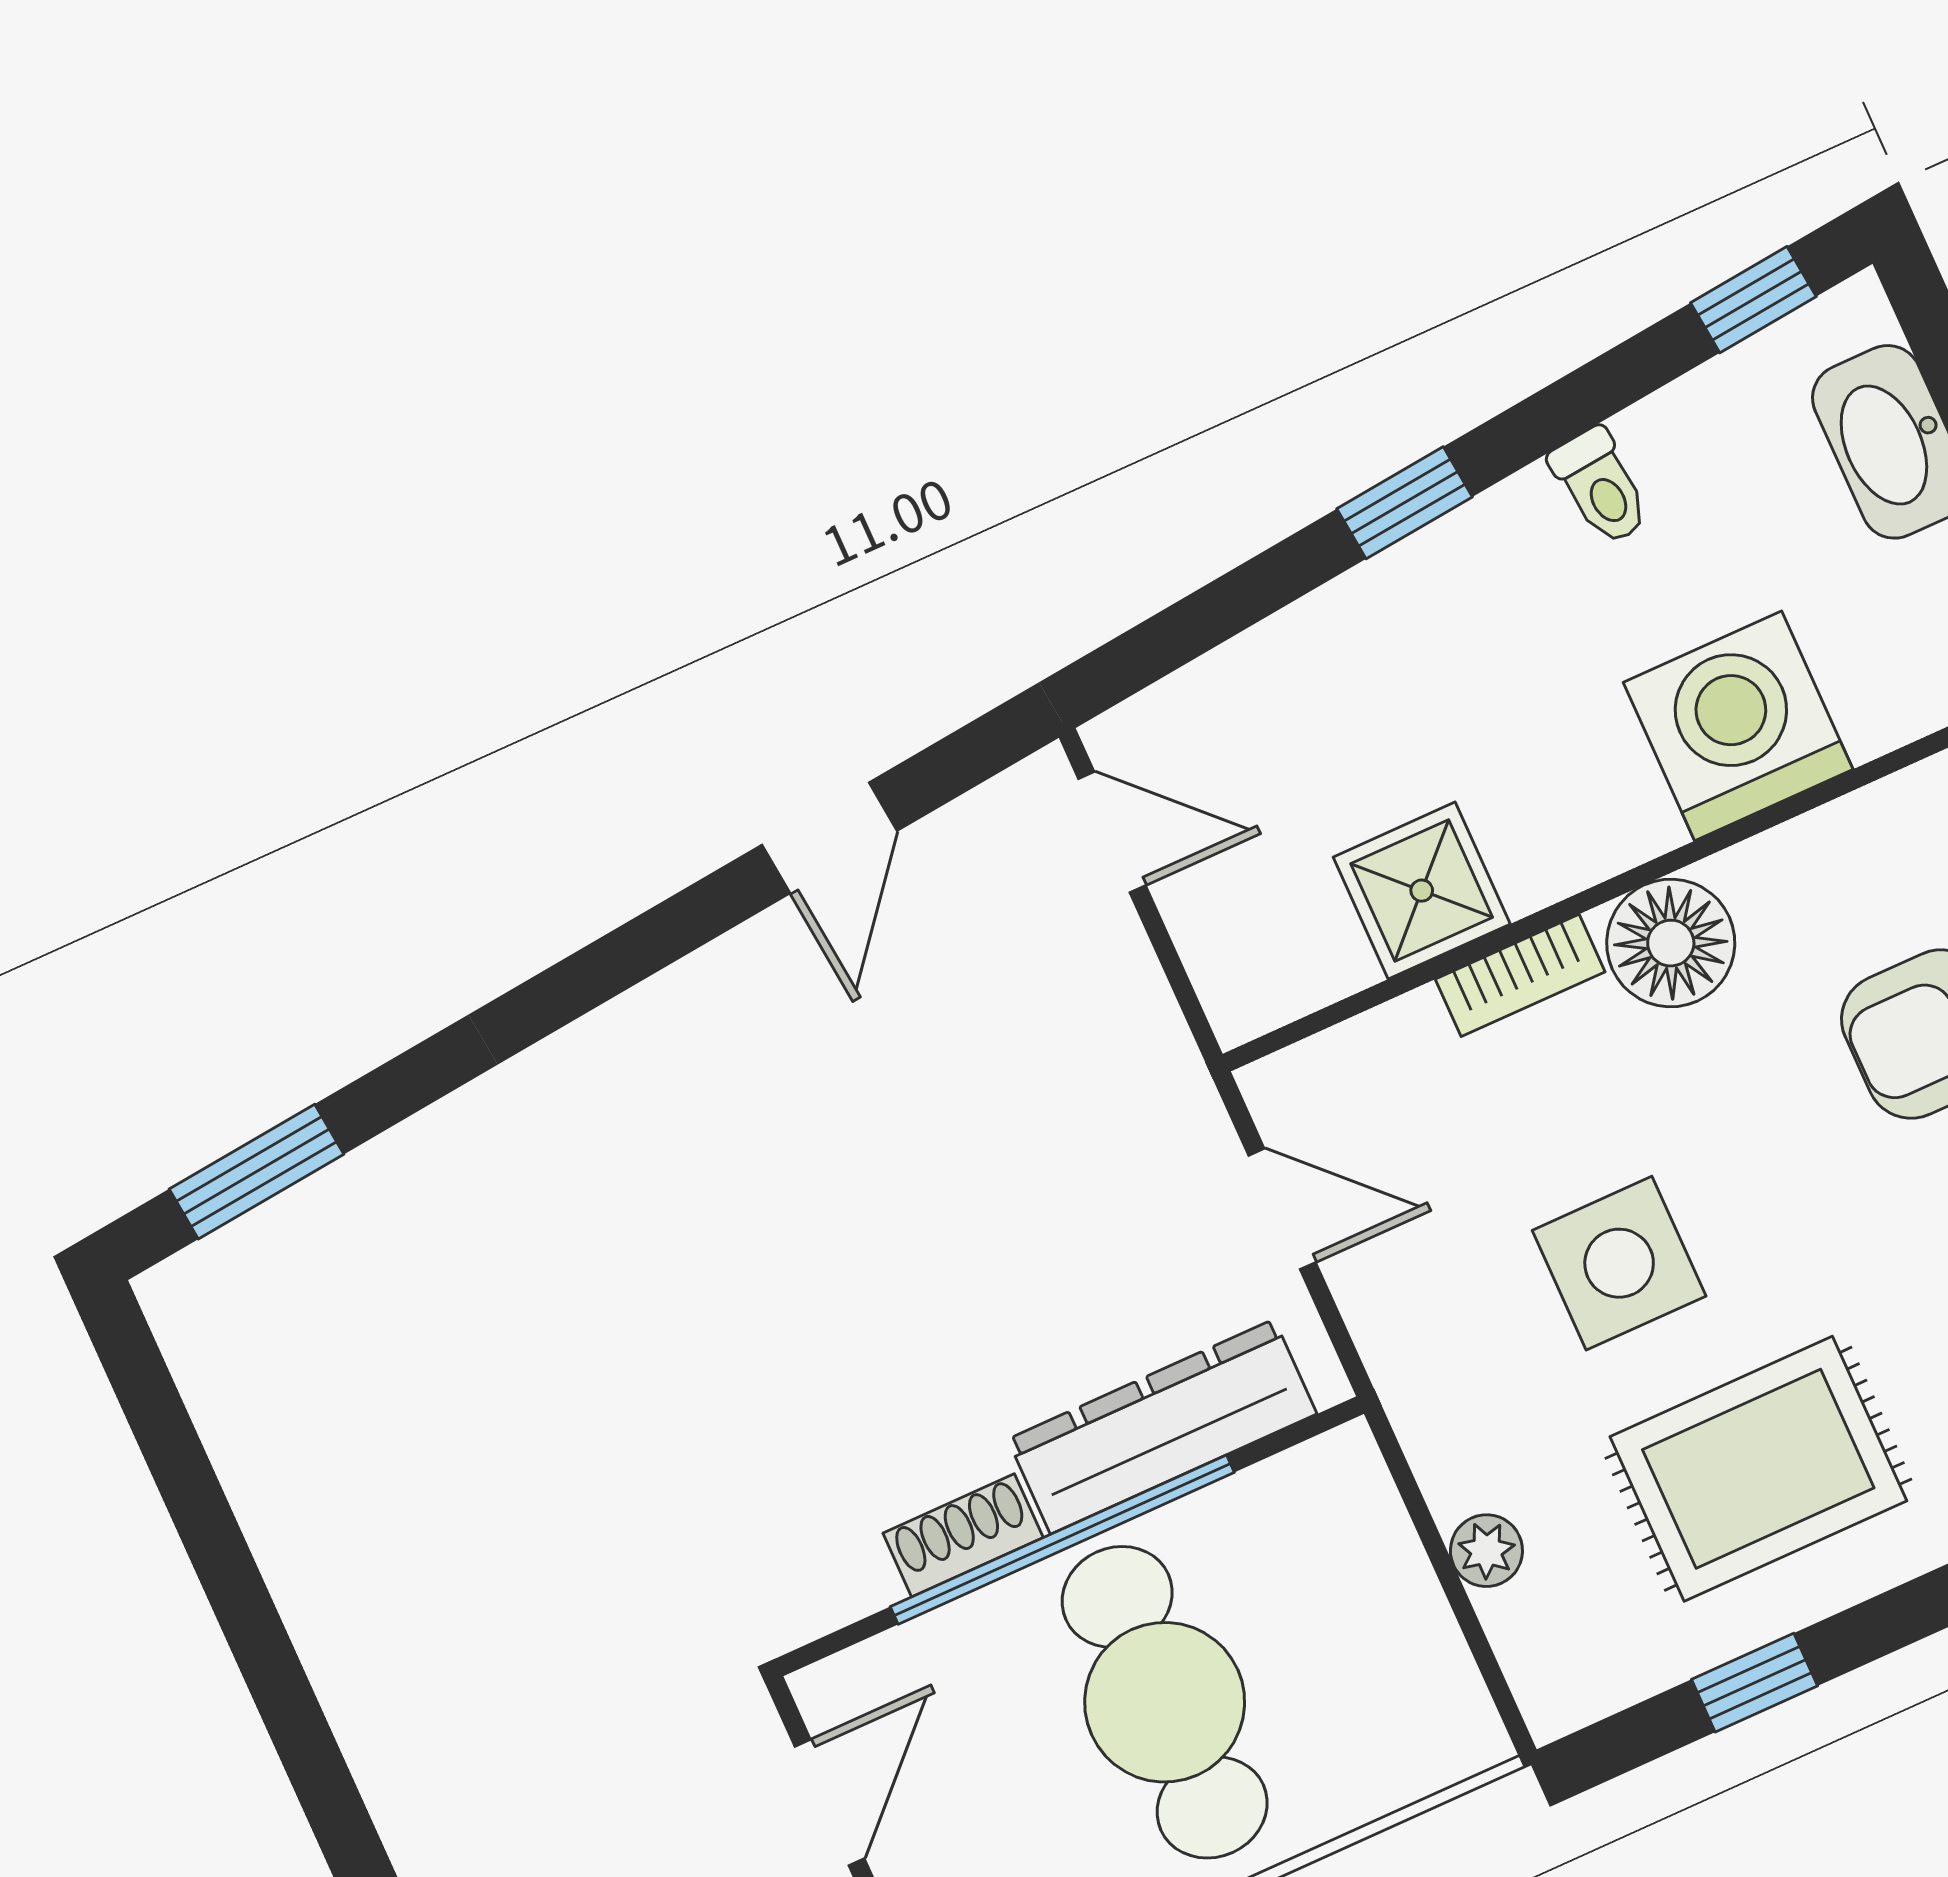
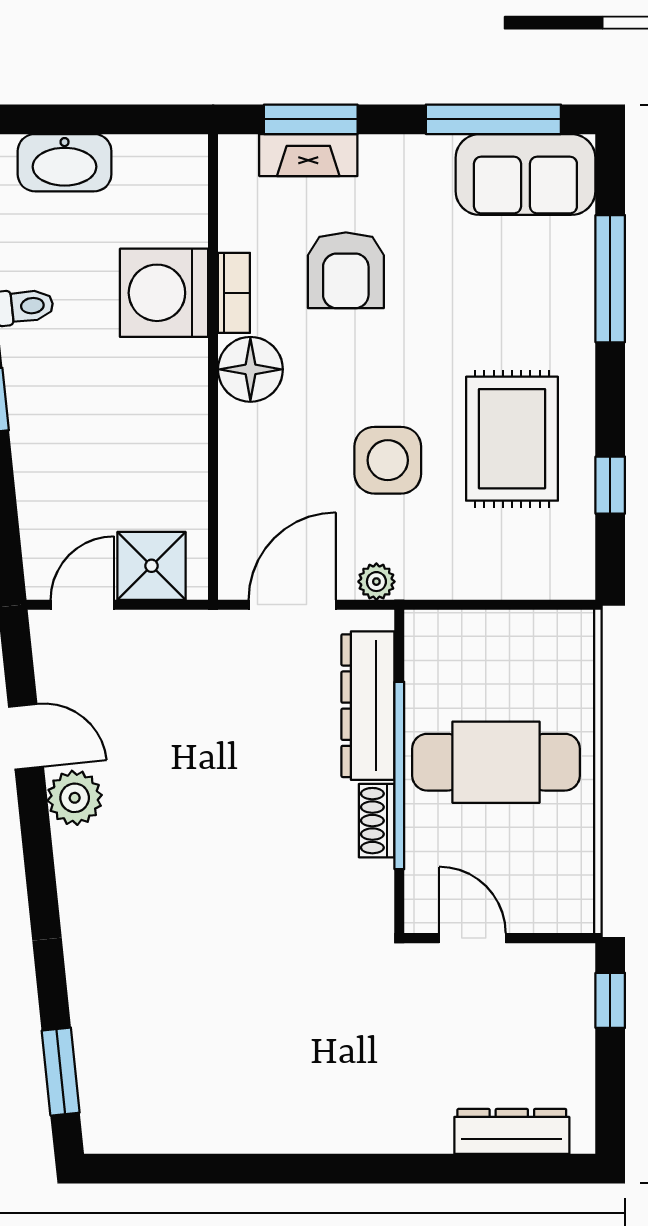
shower: (1422, 891) -> (152, 566), moved
plant: (759, 975) -> (75, 798), added
bookcase: (1520, 975) -> (234, 293), moved
door: (1282, 1209) -> (292, 605), width x1.38
plant: (1486, 1551) -> (376, 582), moved

